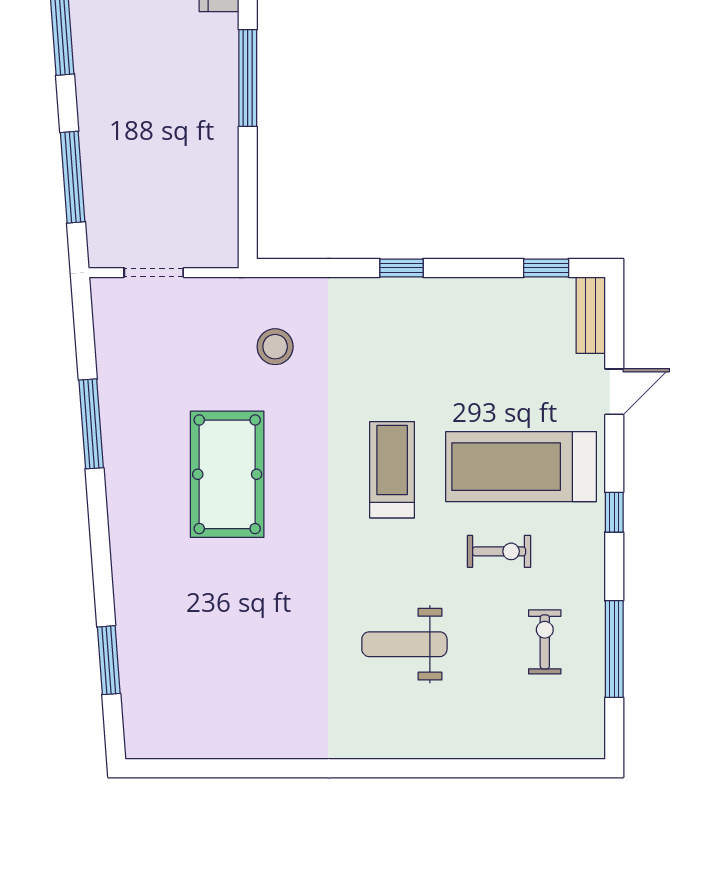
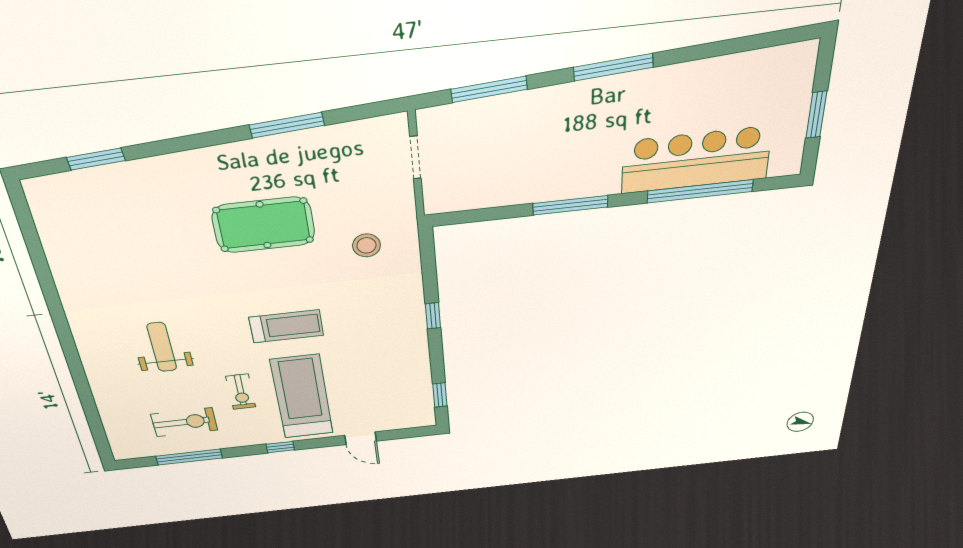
bench: (591, 315) -> (410, 421), removed
exercise bike: (545, 642) -> (184, 422), width x1.38, depth x1.39

